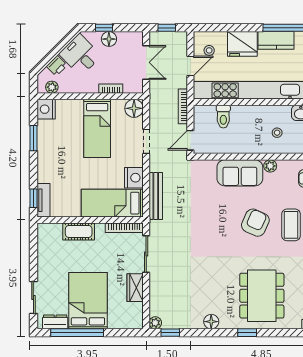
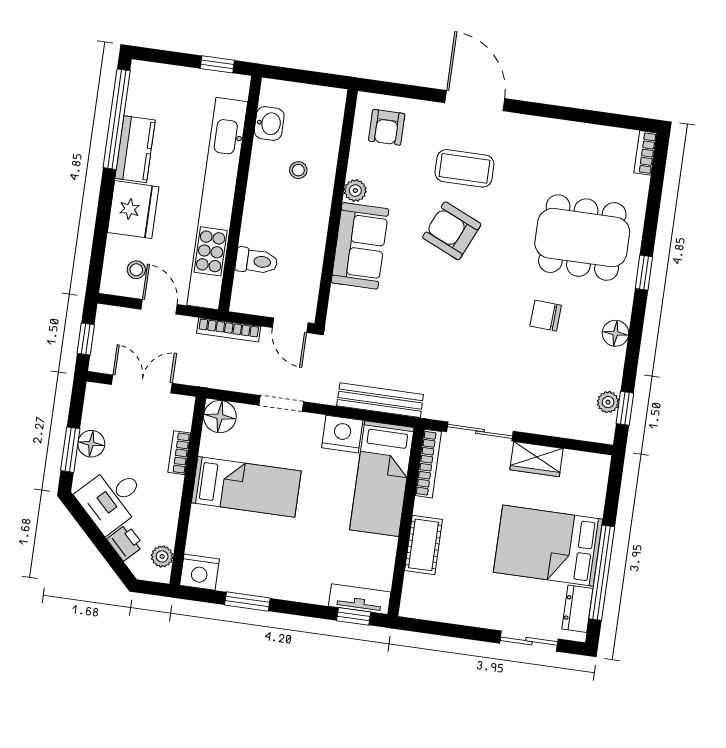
window: (104, 28) -> (70, 450), width x1.50
chair: (216, 281) -> (546, 316), added
plant: (155, 323) -> (608, 402), moved

